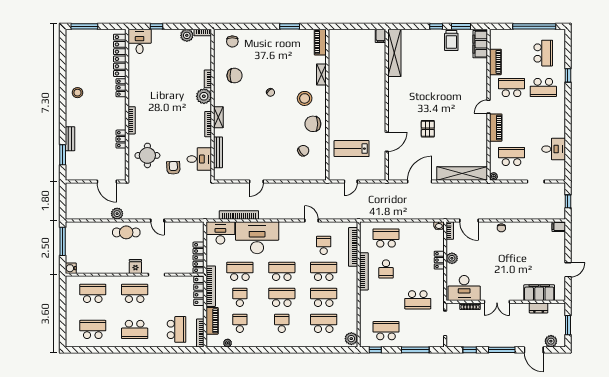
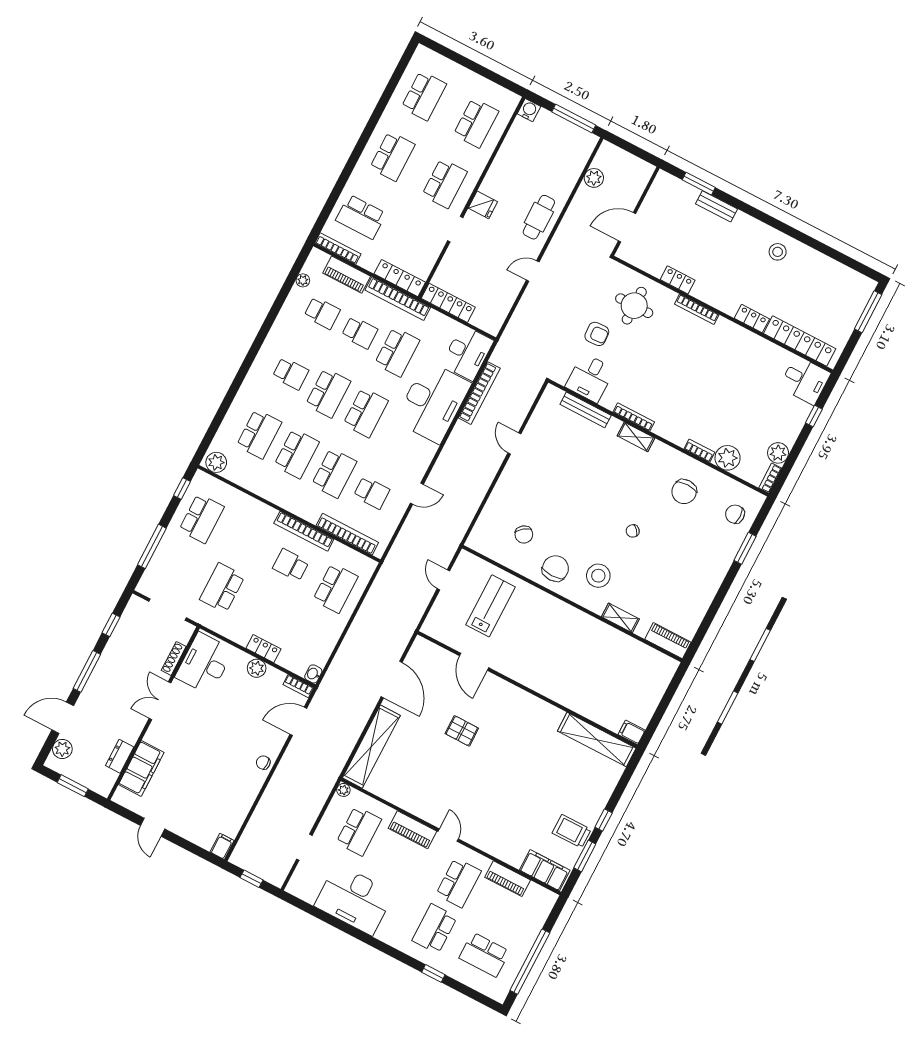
window: (290, 26) -> (745, 548), moved
plant: (204, 96) -> (728, 458), moved
desk: (554, 149) -> (354, 899), width x1.87, depth x1.30
plant: (117, 214) -> (594, 178), moved
school desk: (135, 329) -> (392, 156), turned 180

